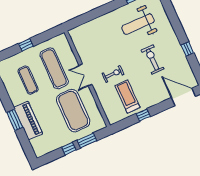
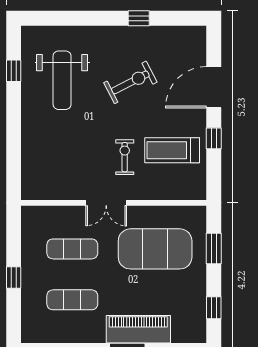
exercise bike: (153, 60) -> (130, 82), turned 153
exercise mat: (54, 68) -> (72, 249), width x0.73, depth x0.69
door: (183, 97) -> (214, 87), moved
window: (69, 149) -> (214, 308), moved

